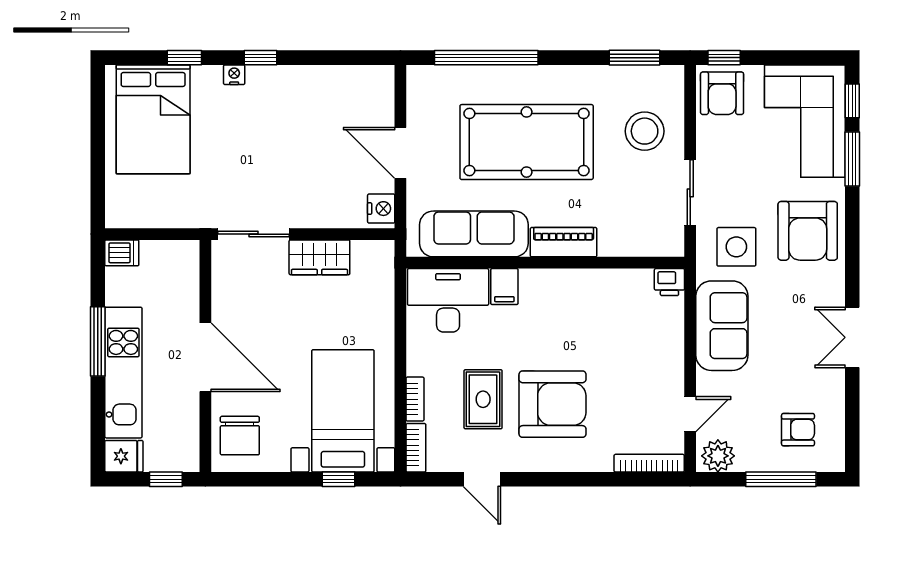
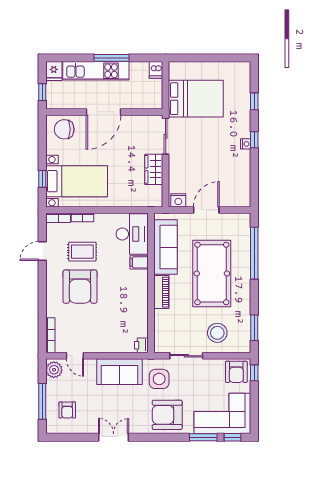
nightstand: (234, 75) -> (246, 144), moved
armchair: (722, 93) -> (236, 372), turned -90
bed: (153, 119) -> (196, 99), moved, turned 180

